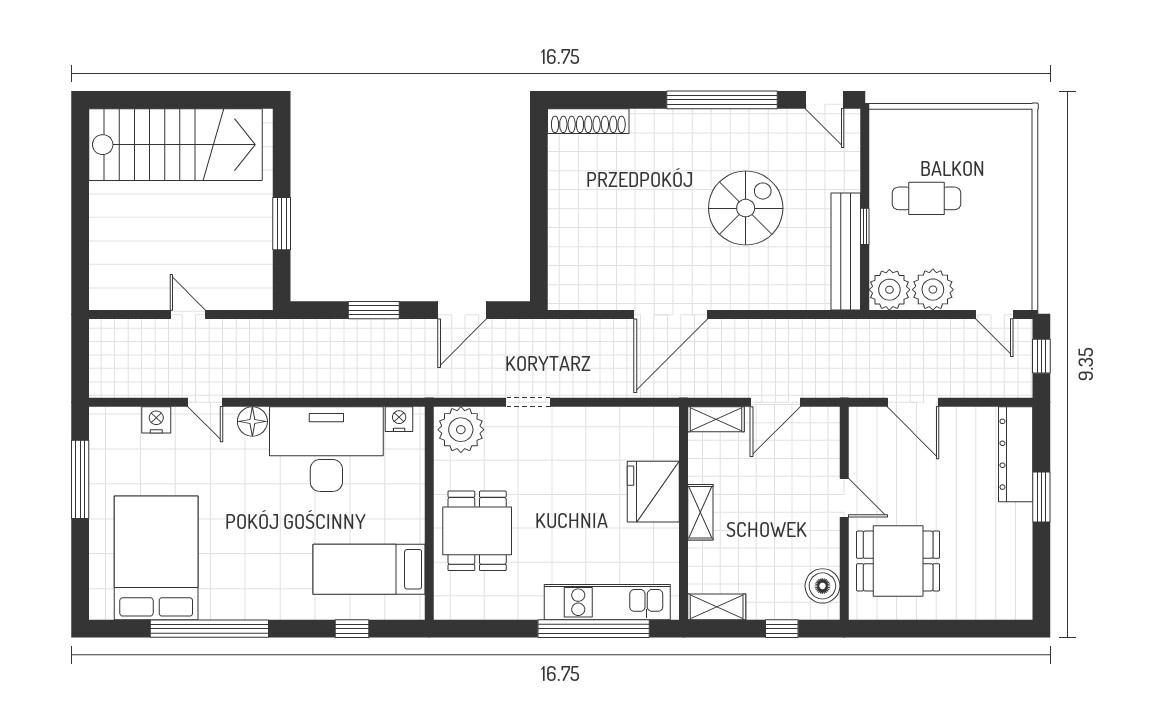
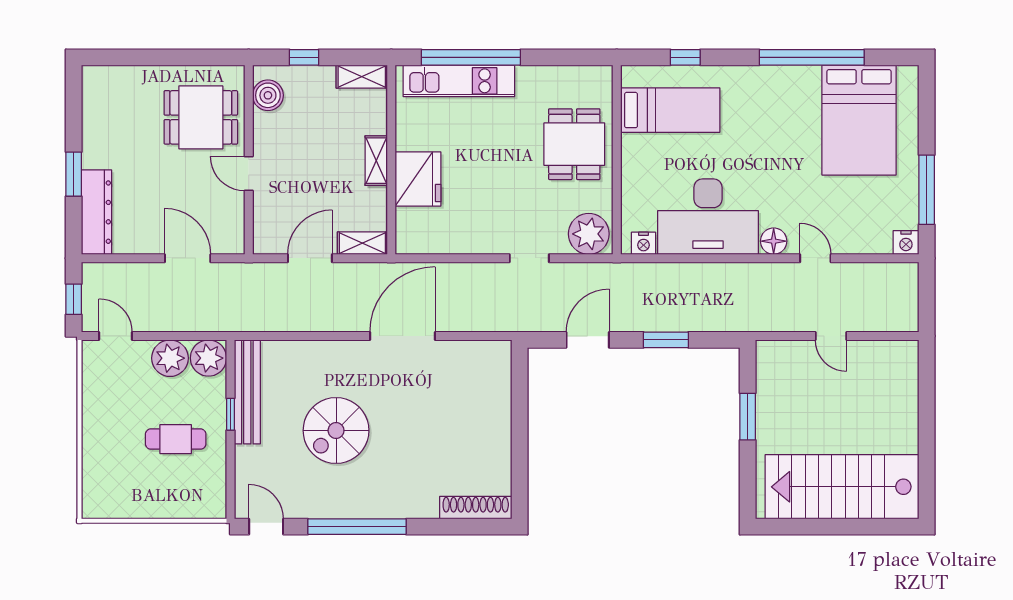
nightstand: (156, 420) -> (906, 243), moved

